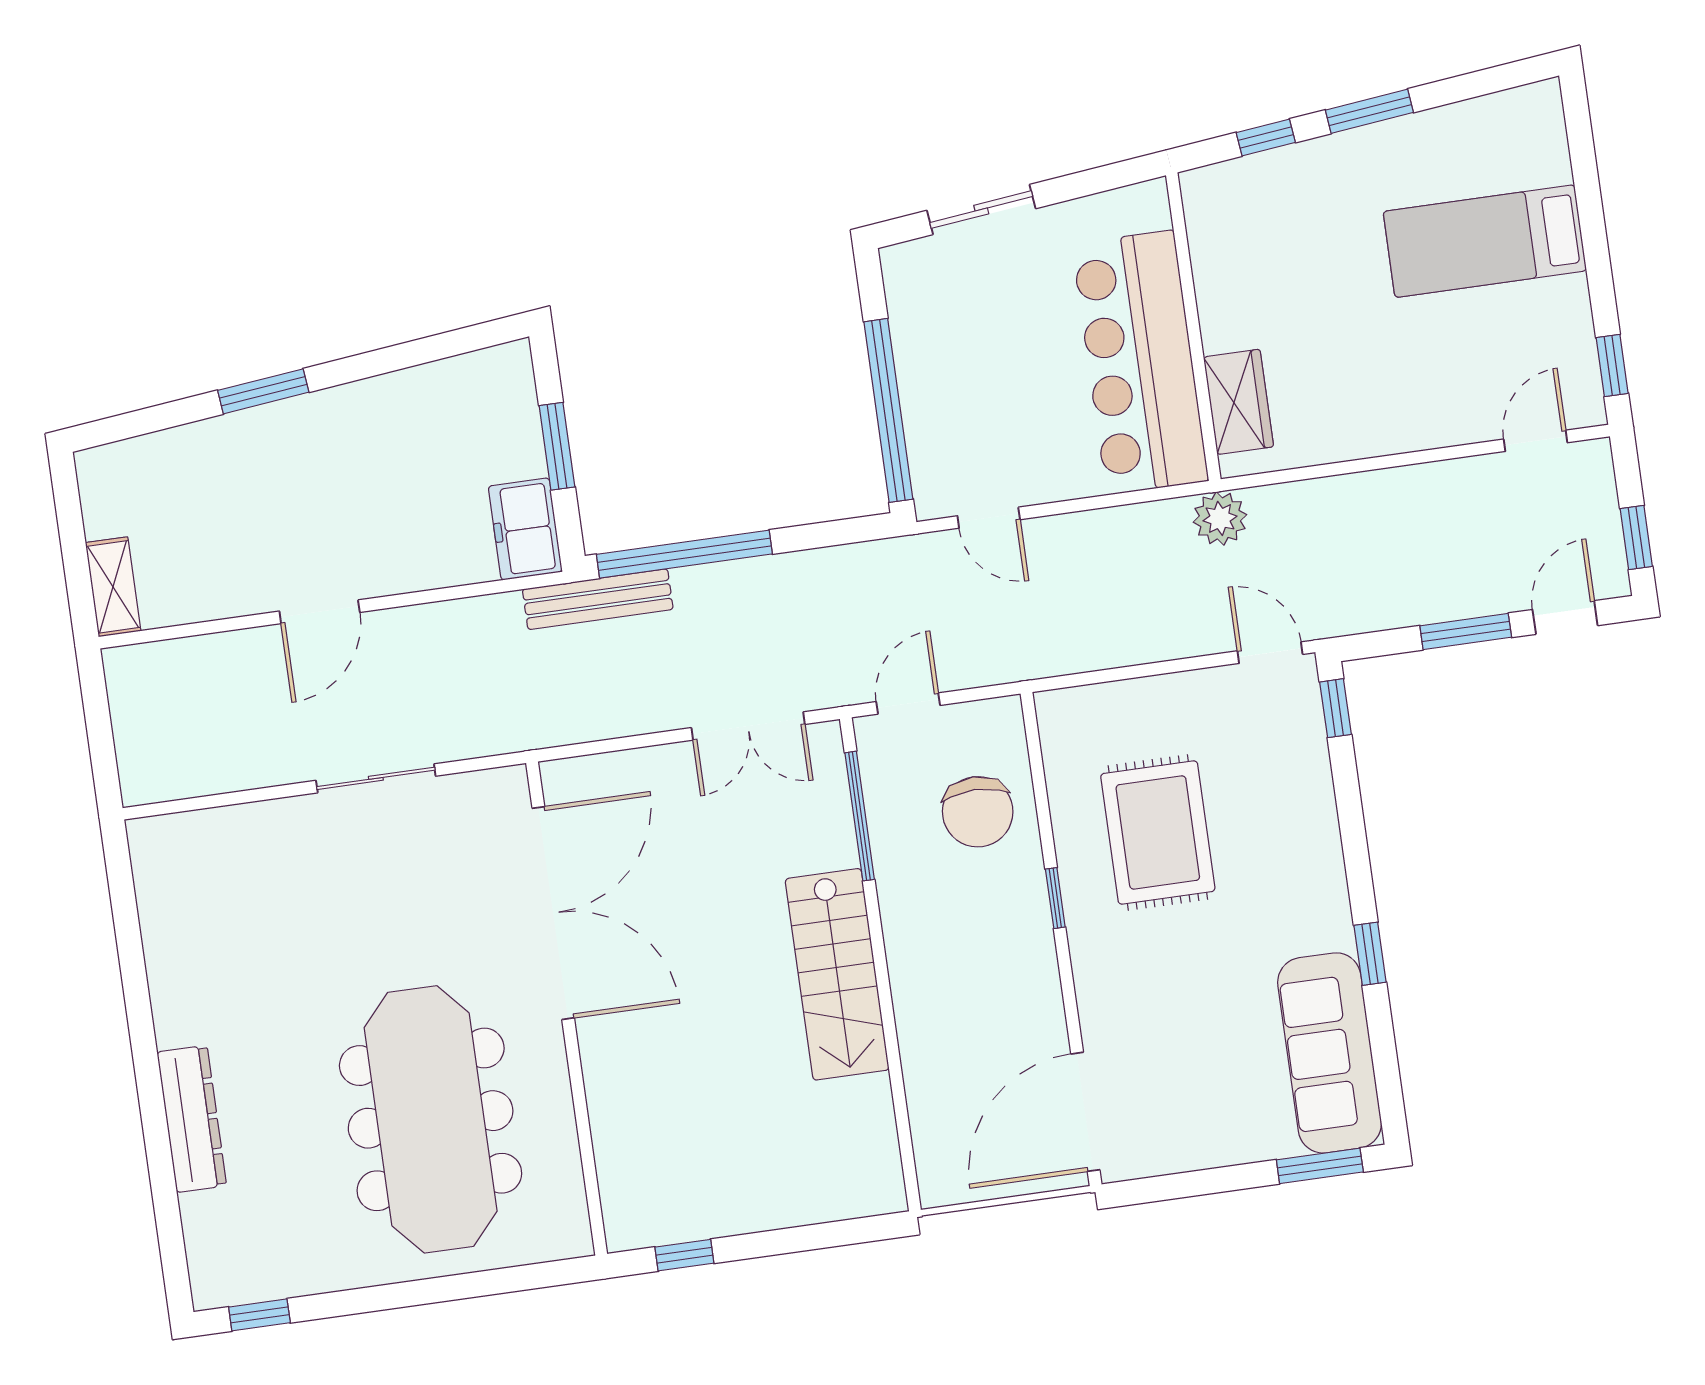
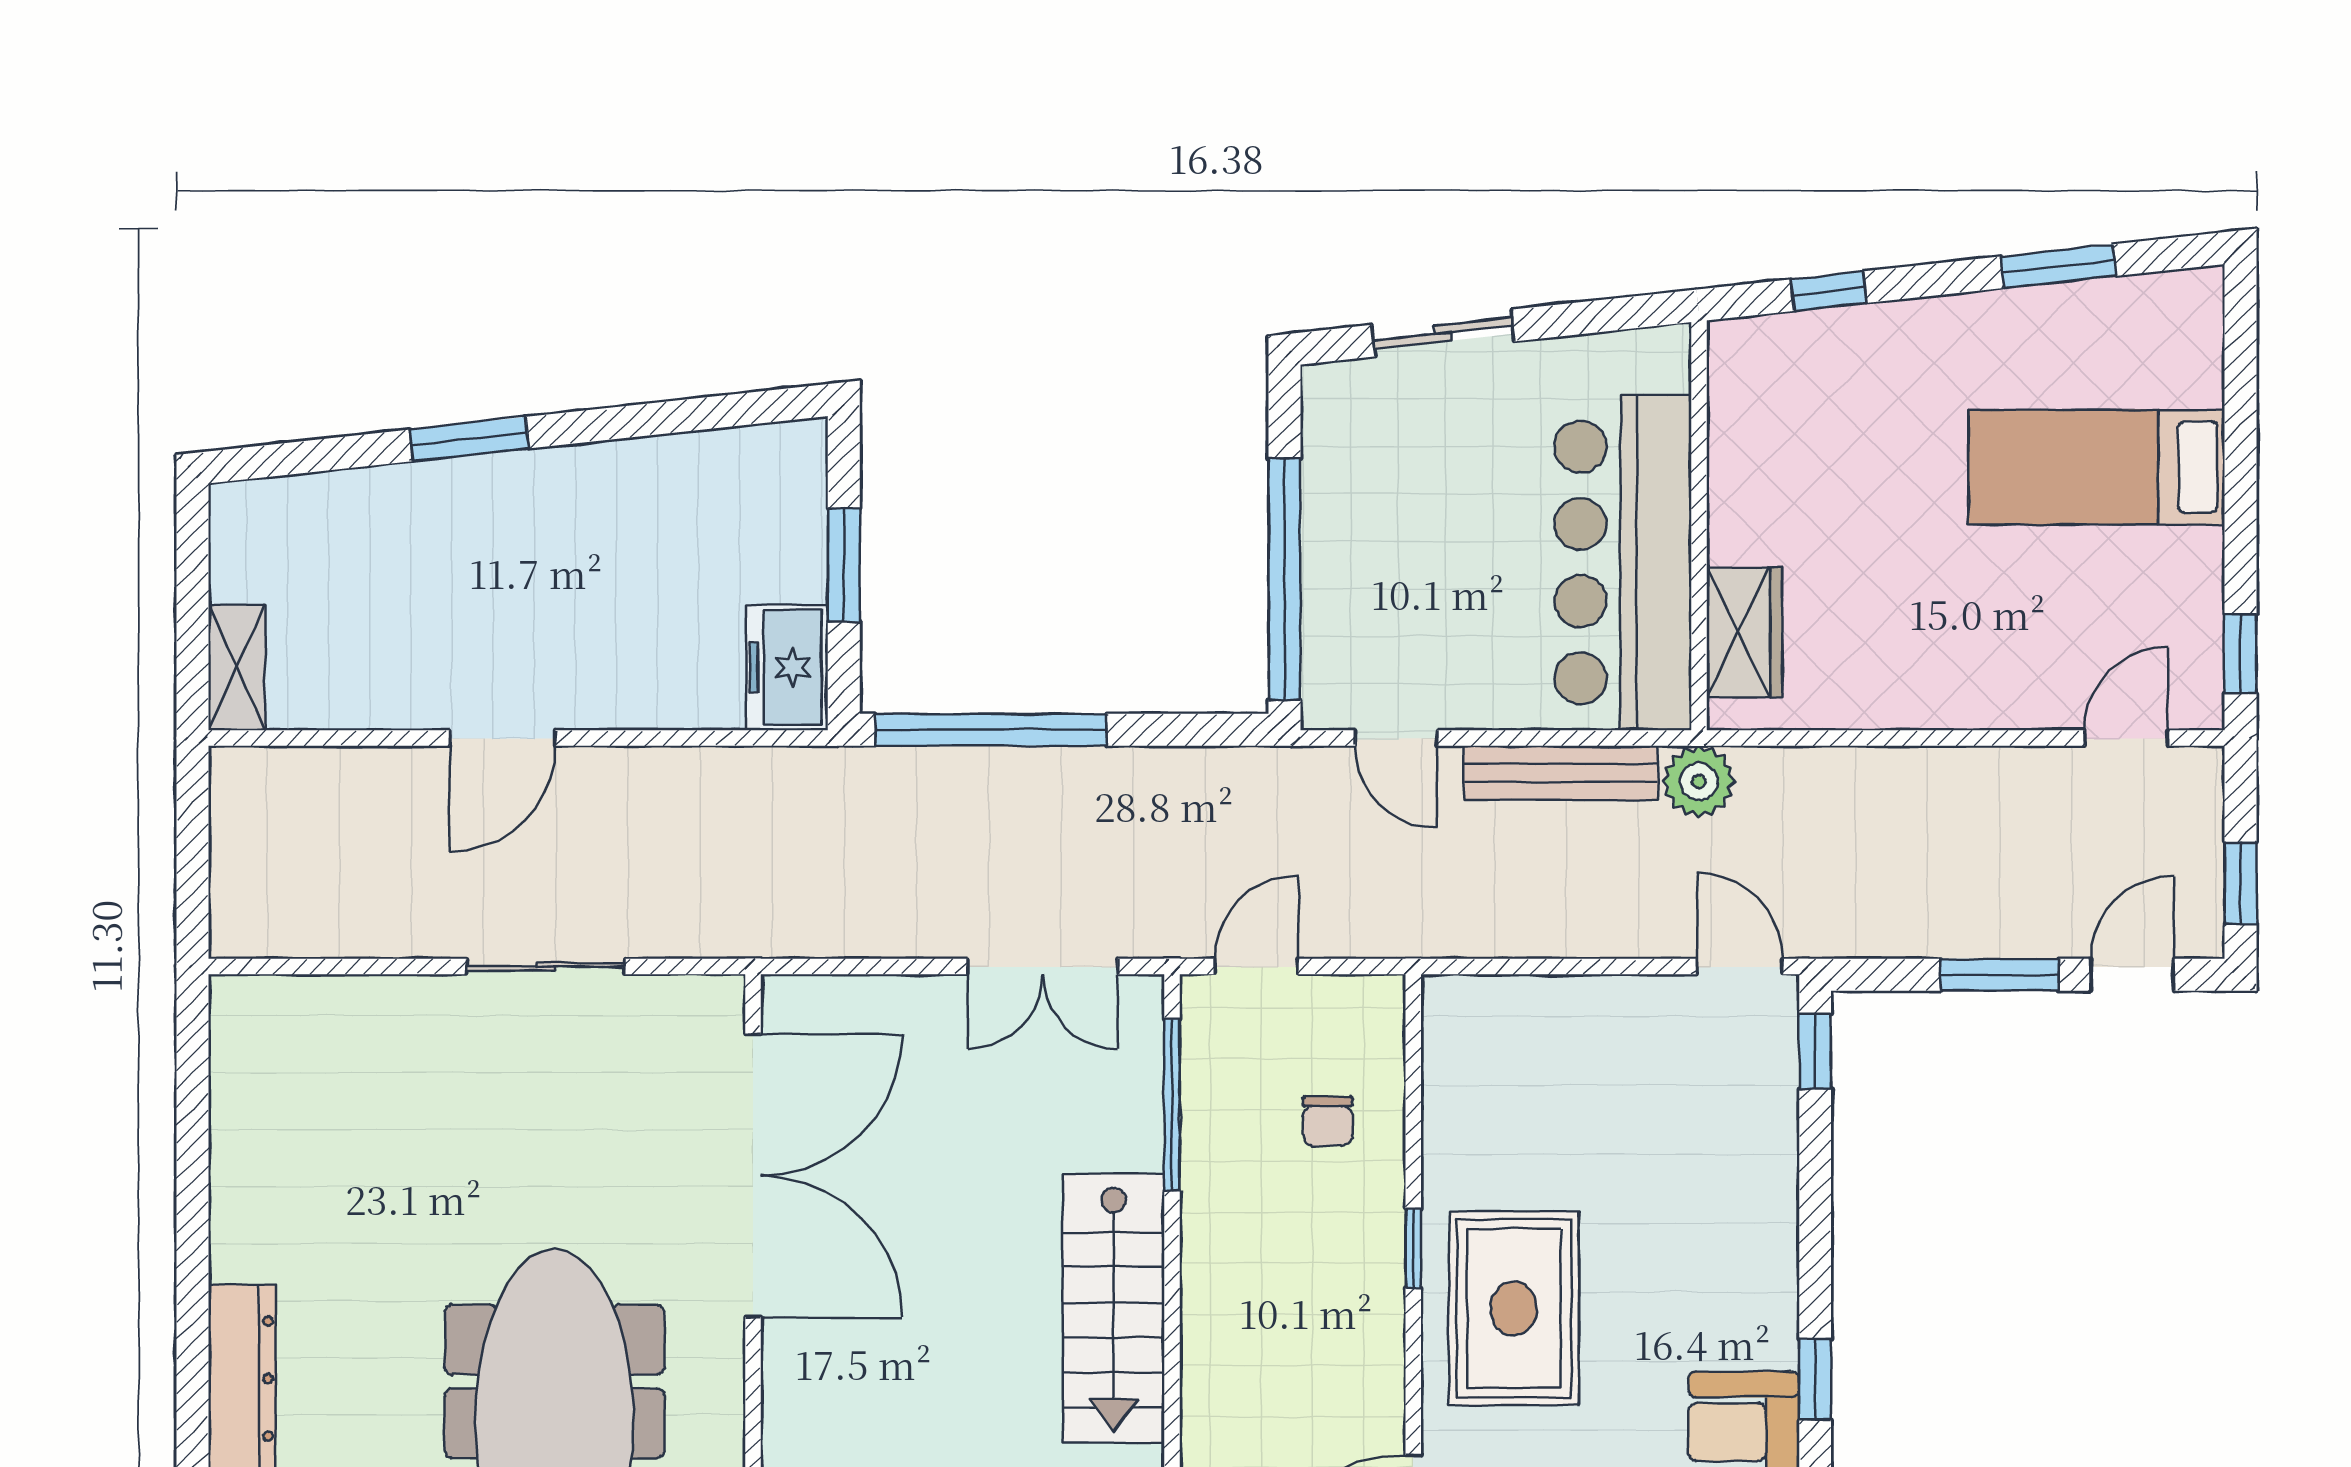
window: (1369, 111) -> (2059, 266), moved
bench: (598, 599) -> (1561, 773), moved
chair: (978, 812) -> (1328, 1121), width x0.54, depth x0.54
rug: (1158, 833) -> (1514, 1308), moved

